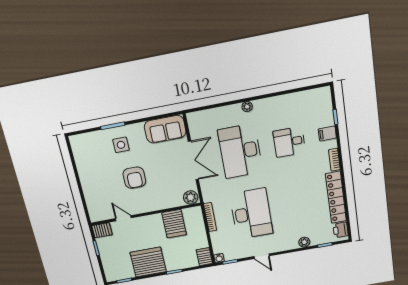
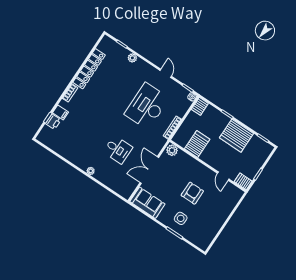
desk: (289, 142) -> (86, 128), removed
desk: (240, 151) -> (118, 150), width x0.53, depth x0.77
printer: (341, 230) -> (53, 122), moved

